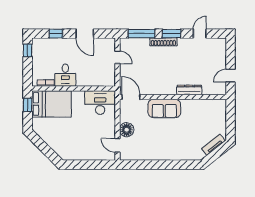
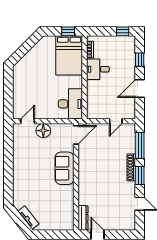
dresser: (189, 90) -> (83, 218), moved

